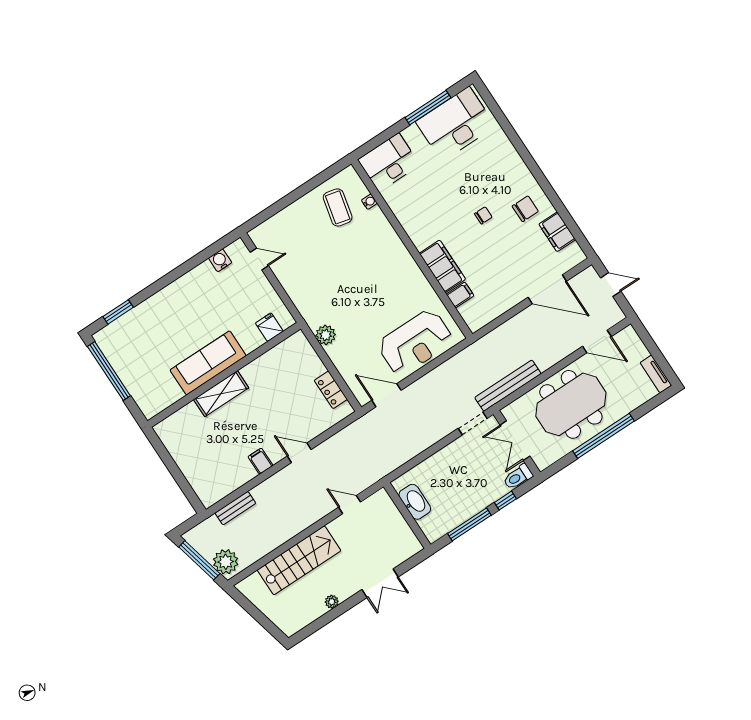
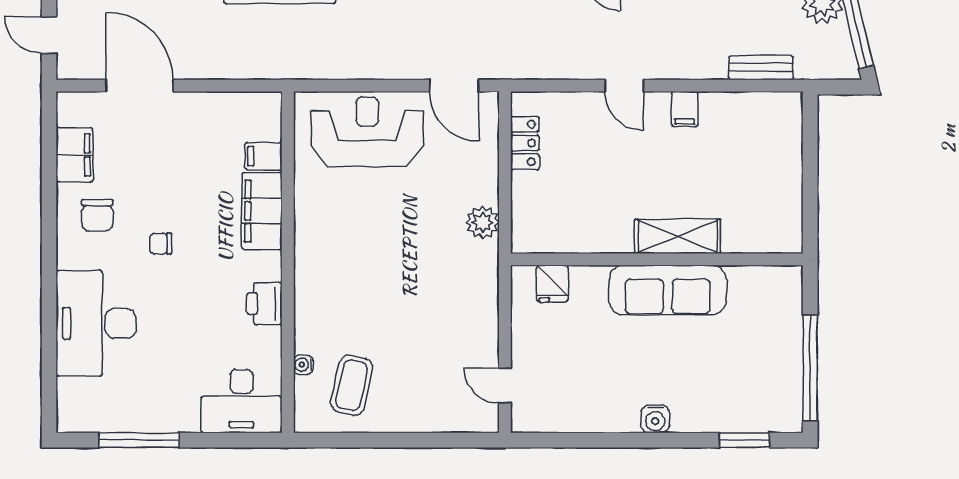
desk: (455, 124) -> (96, 323), moved, turned 90
chair: (525, 209) -> (97, 215), turned -90
printer: (410, 220) -> (264, 304), added
water cooler: (220, 260) -> (655, 419), moved

